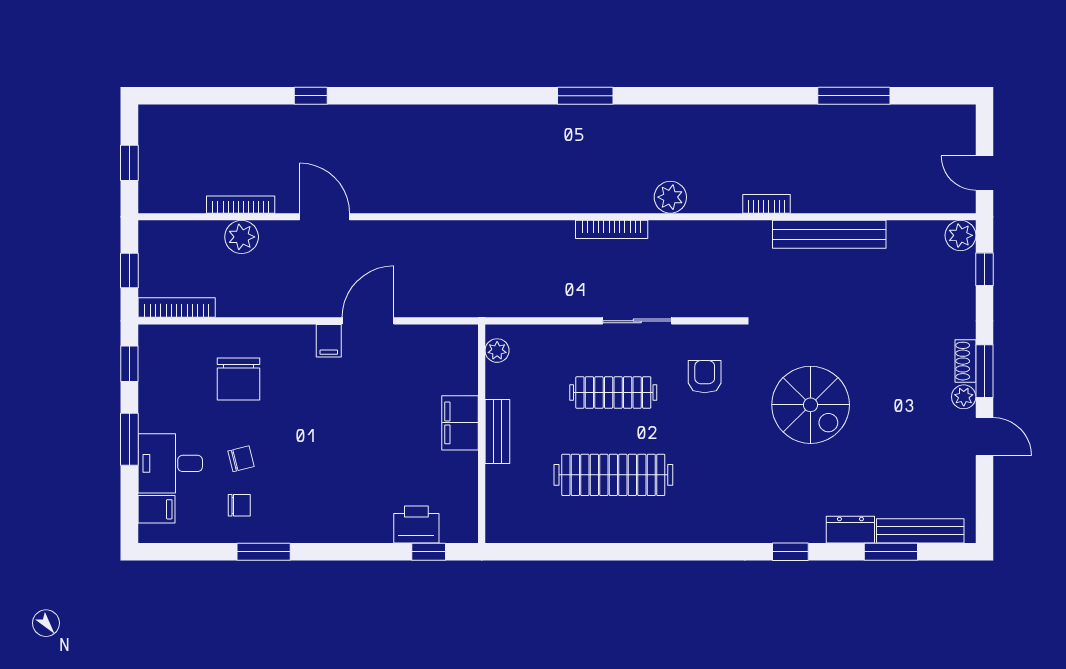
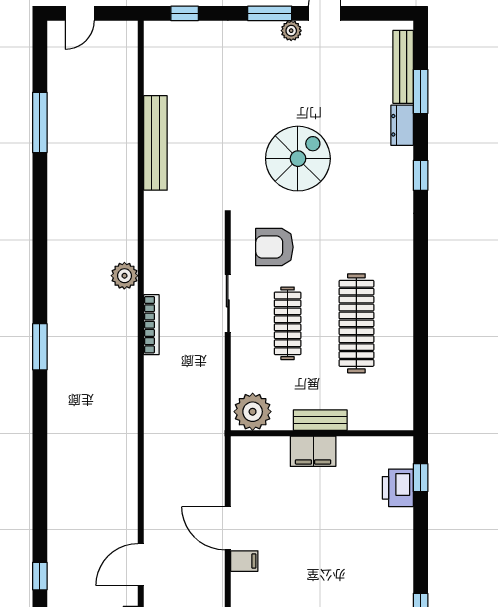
door: (984, 173) -> (80, 13), moved
bookcase: (766, 204) -> (130, 195), removed
plant: (961, 235) -> (156, 33), removed
plant: (497, 351) -> (253, 412), width x1.88, depth x1.88
shoe rack: (965, 361) -> (261, 29), removed
armchair: (705, 377) -> (274, 247), width x1.38, depth x1.38

